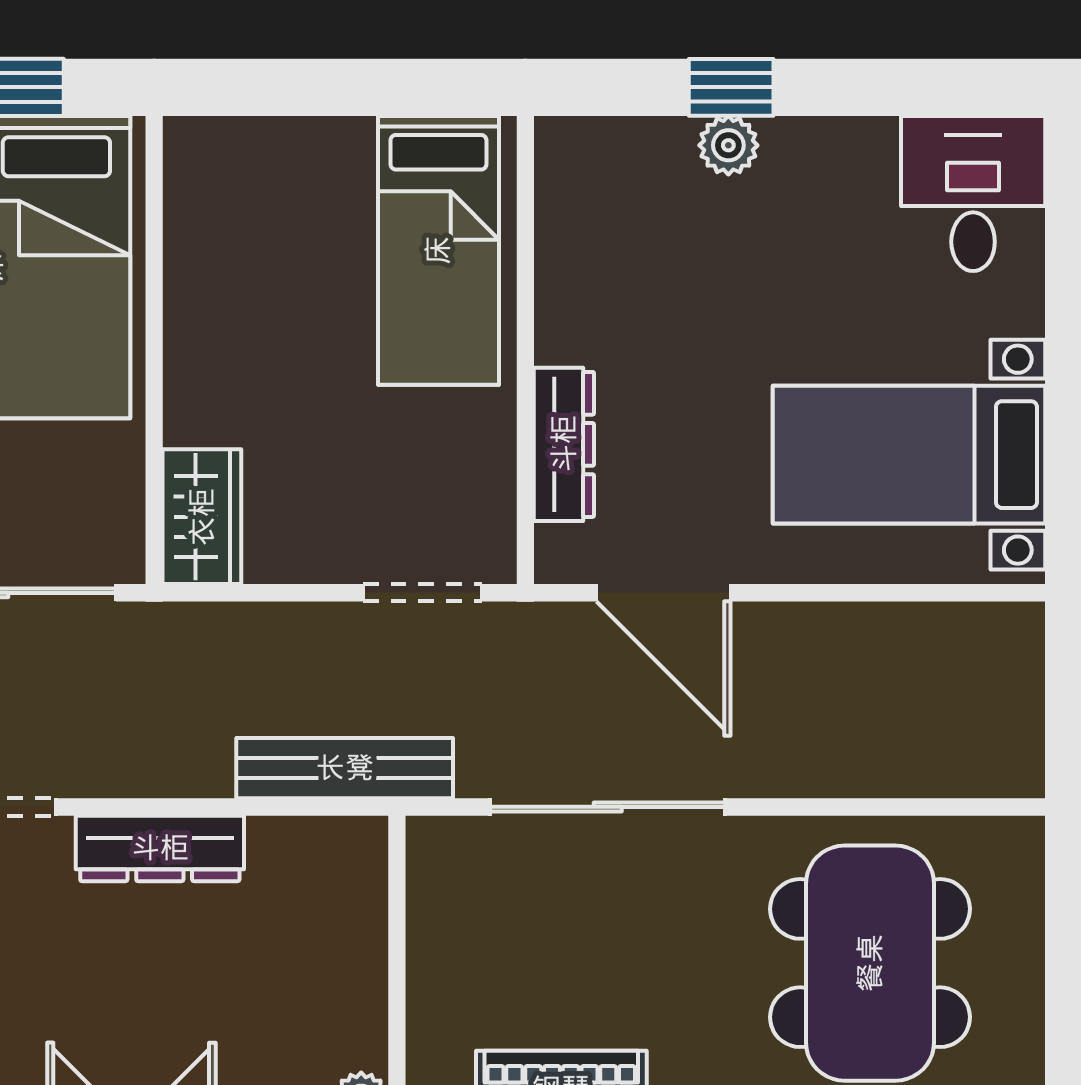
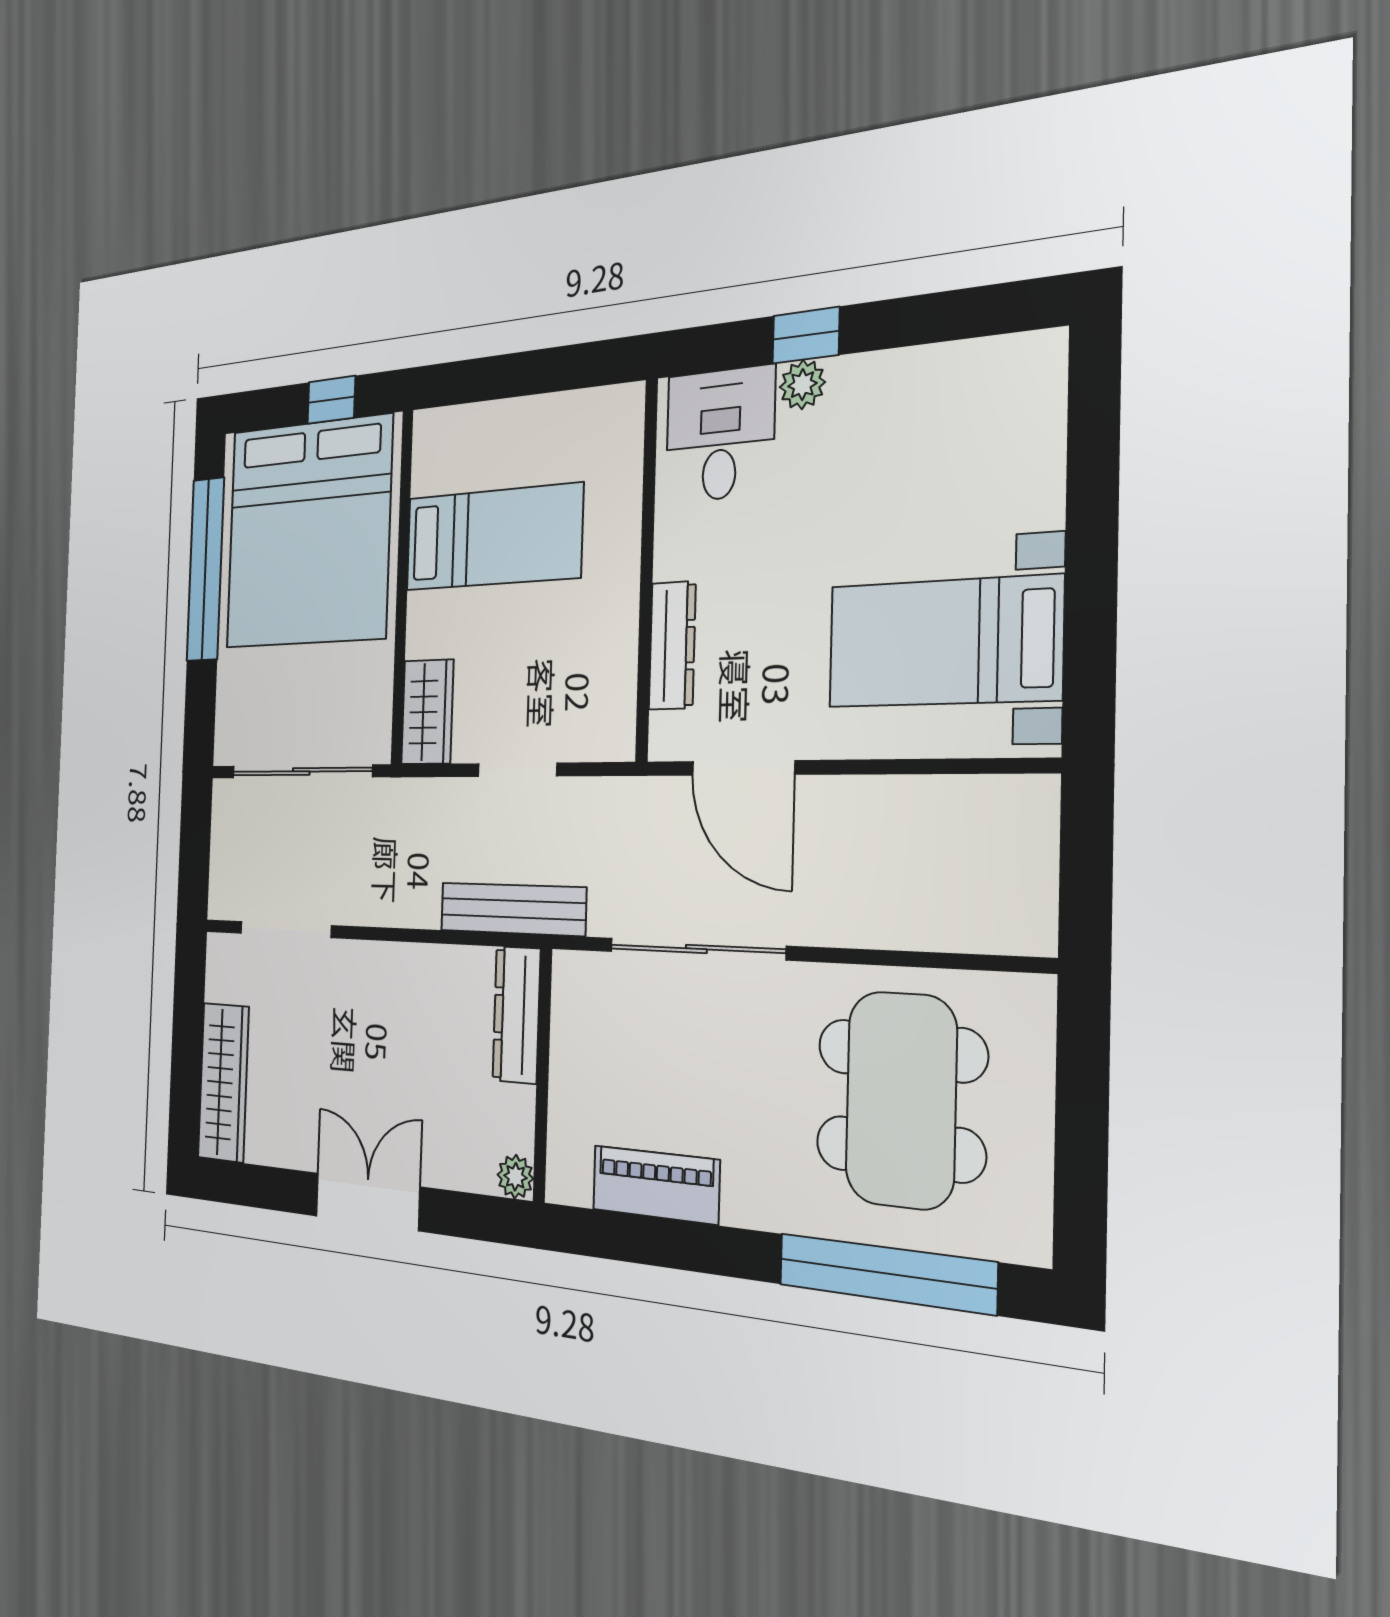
desk: (973, 194) -> (720, 435), moved
bed: (438, 250) -> (493, 537), moved, turned -90
doorway: (422, 593) -> (517, 770), moved
dresser: (160, 848) -> (516, 1015), moved, turned 90

